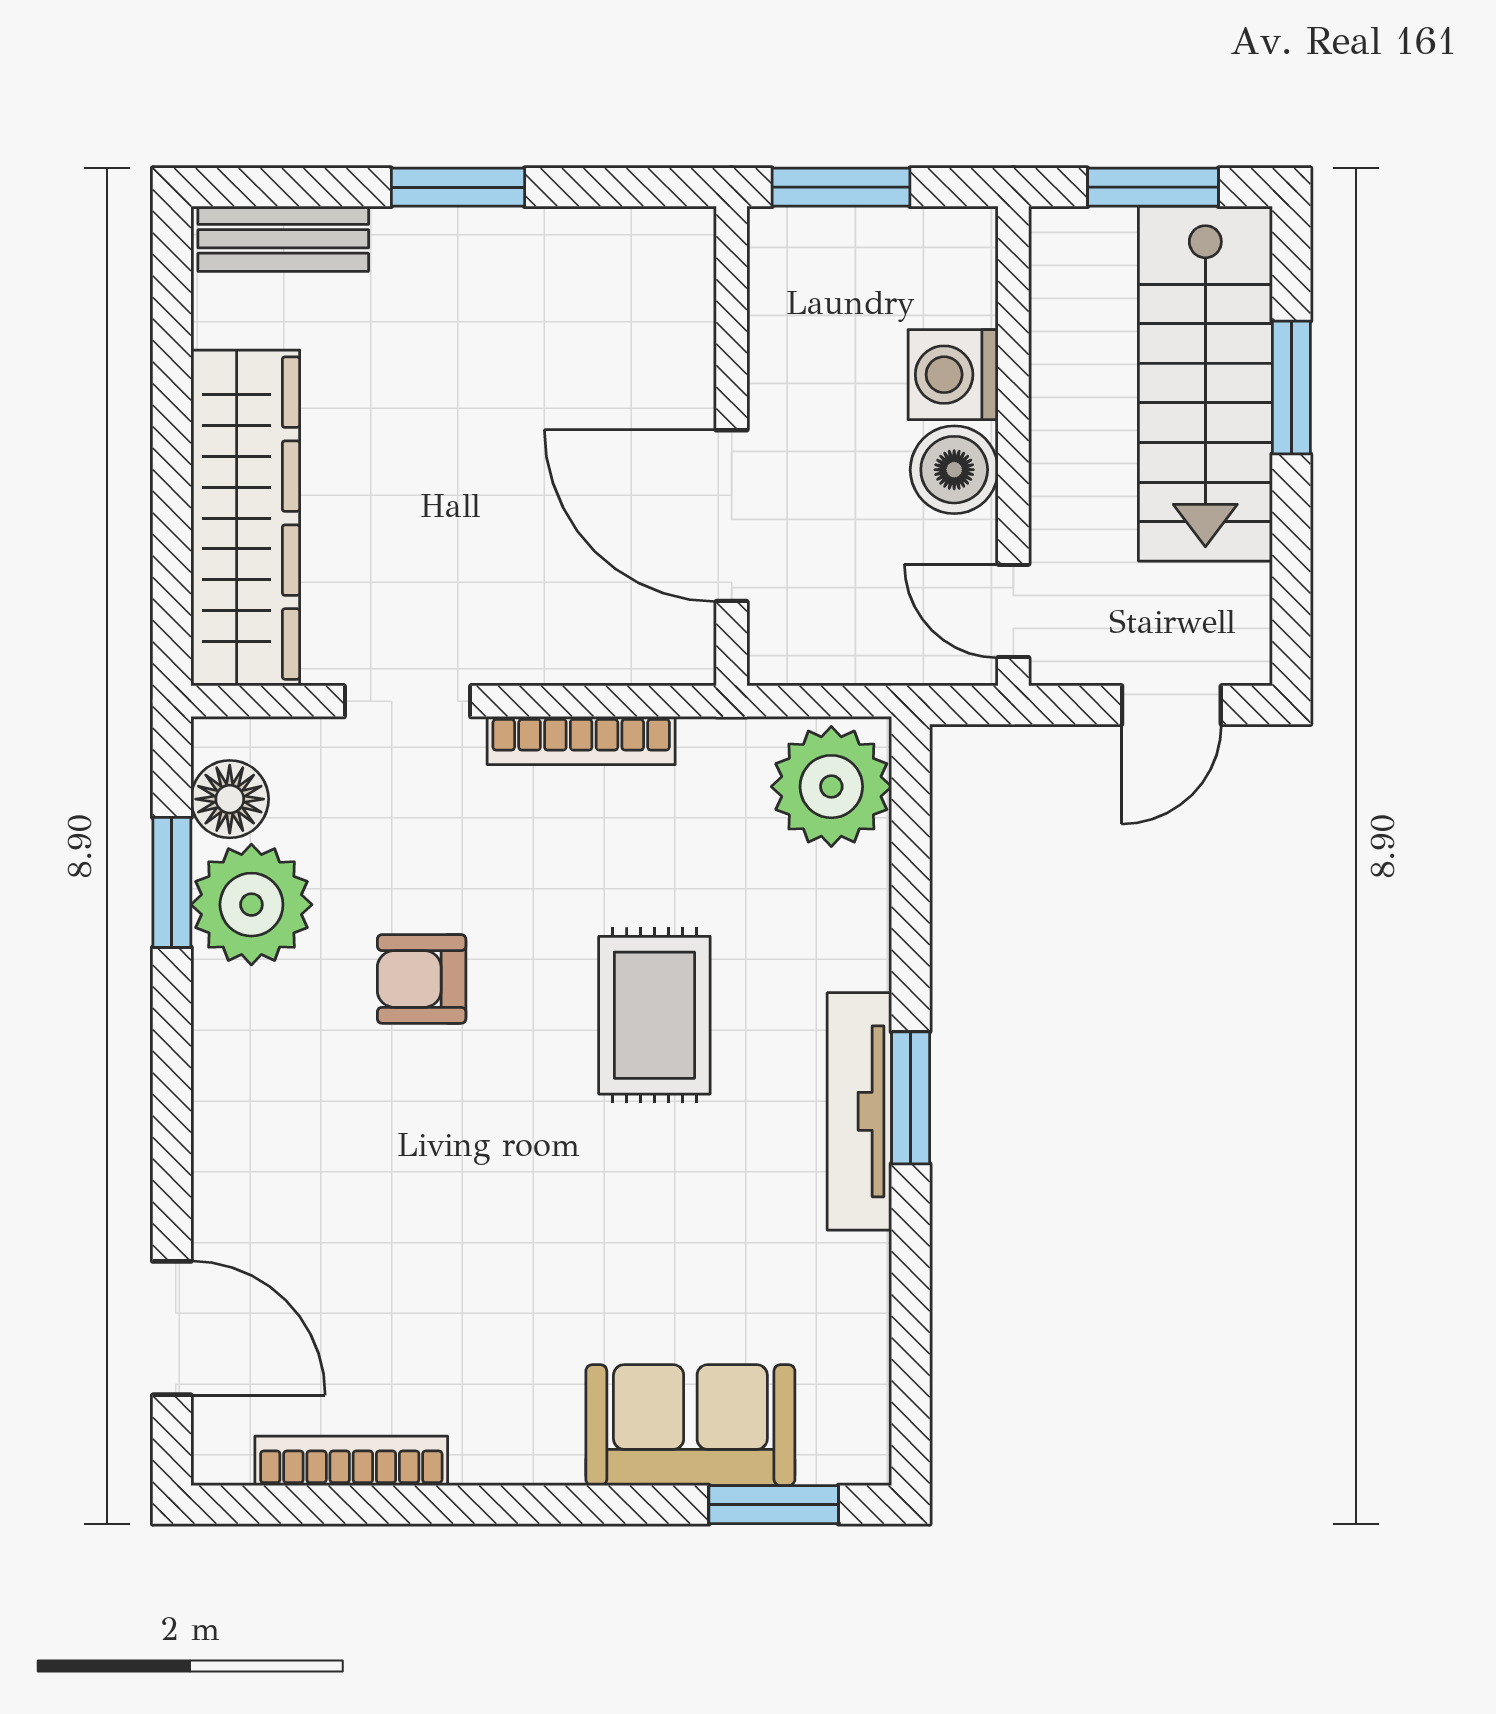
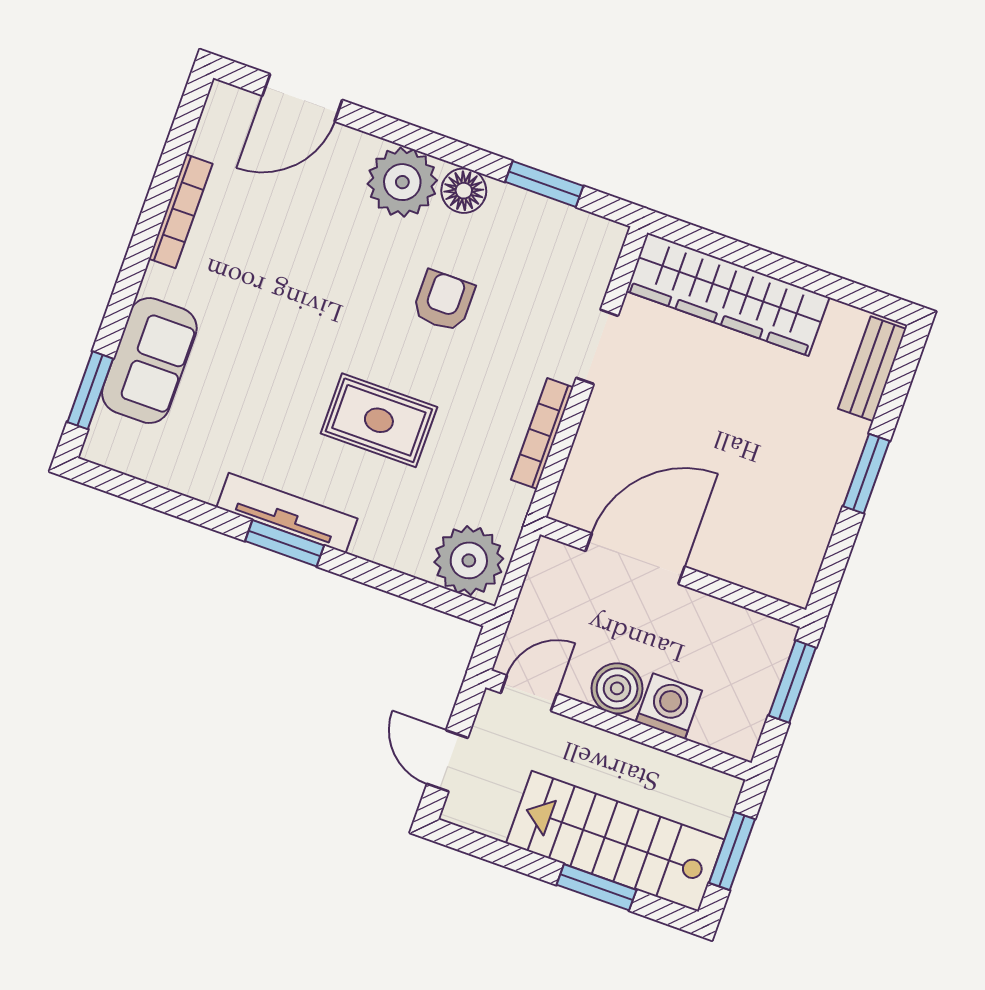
floor lamp: (230, 799) -> (464, 191), moved
plant: (251, 905) -> (402, 182), moved
bookcase: (351, 1461) -> (181, 211), moved

